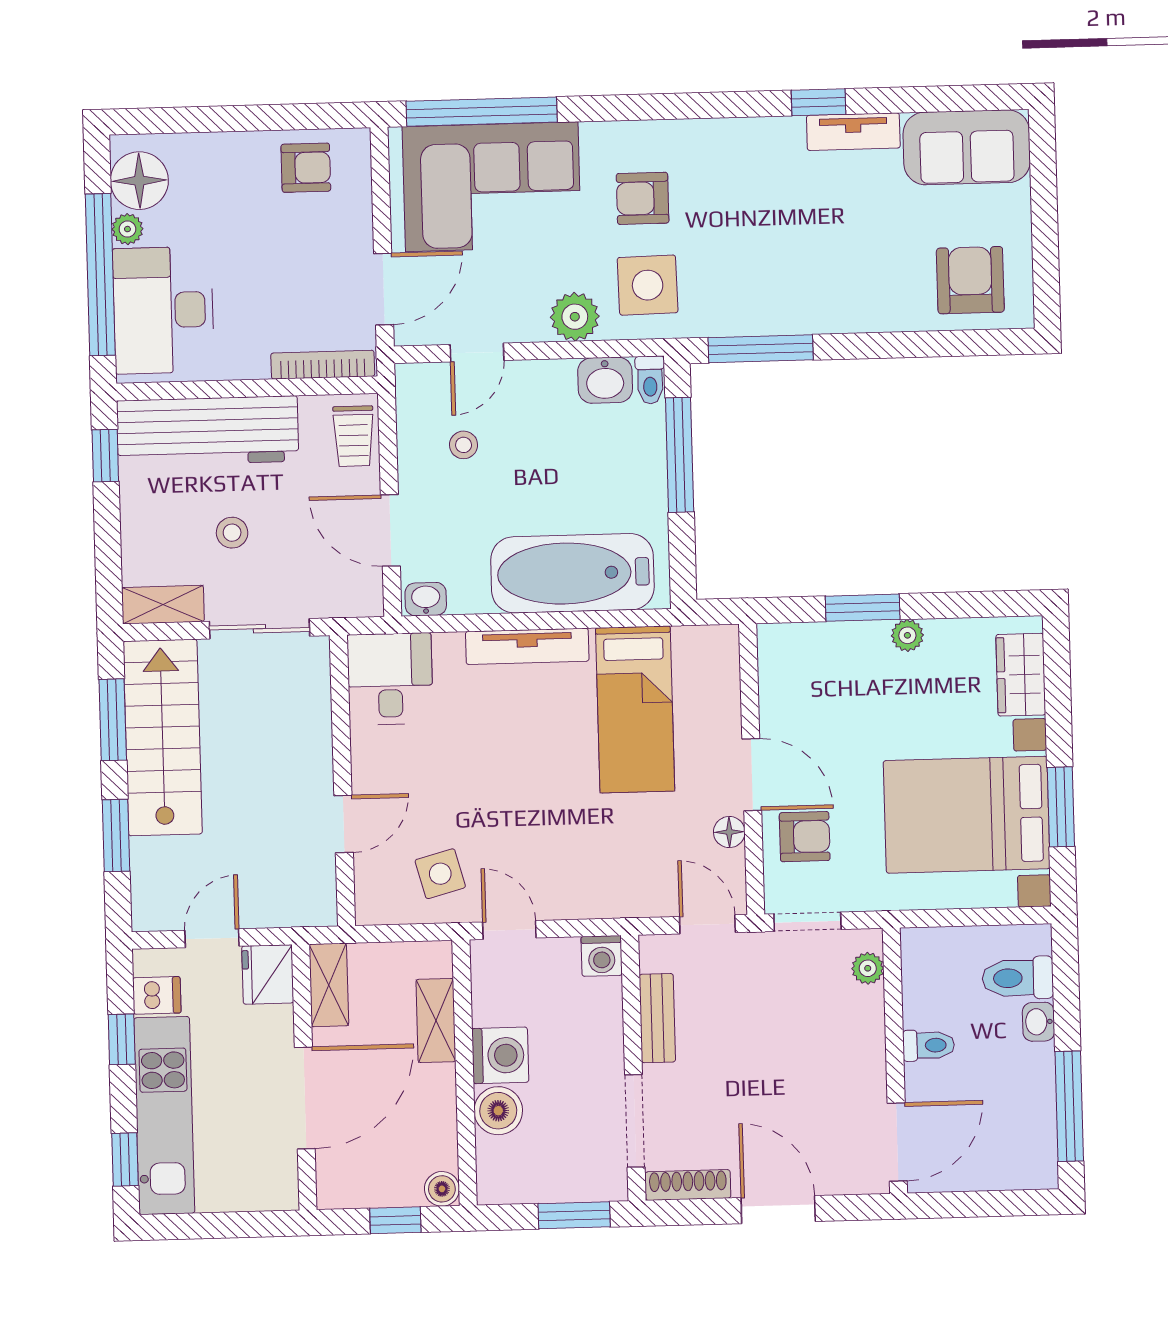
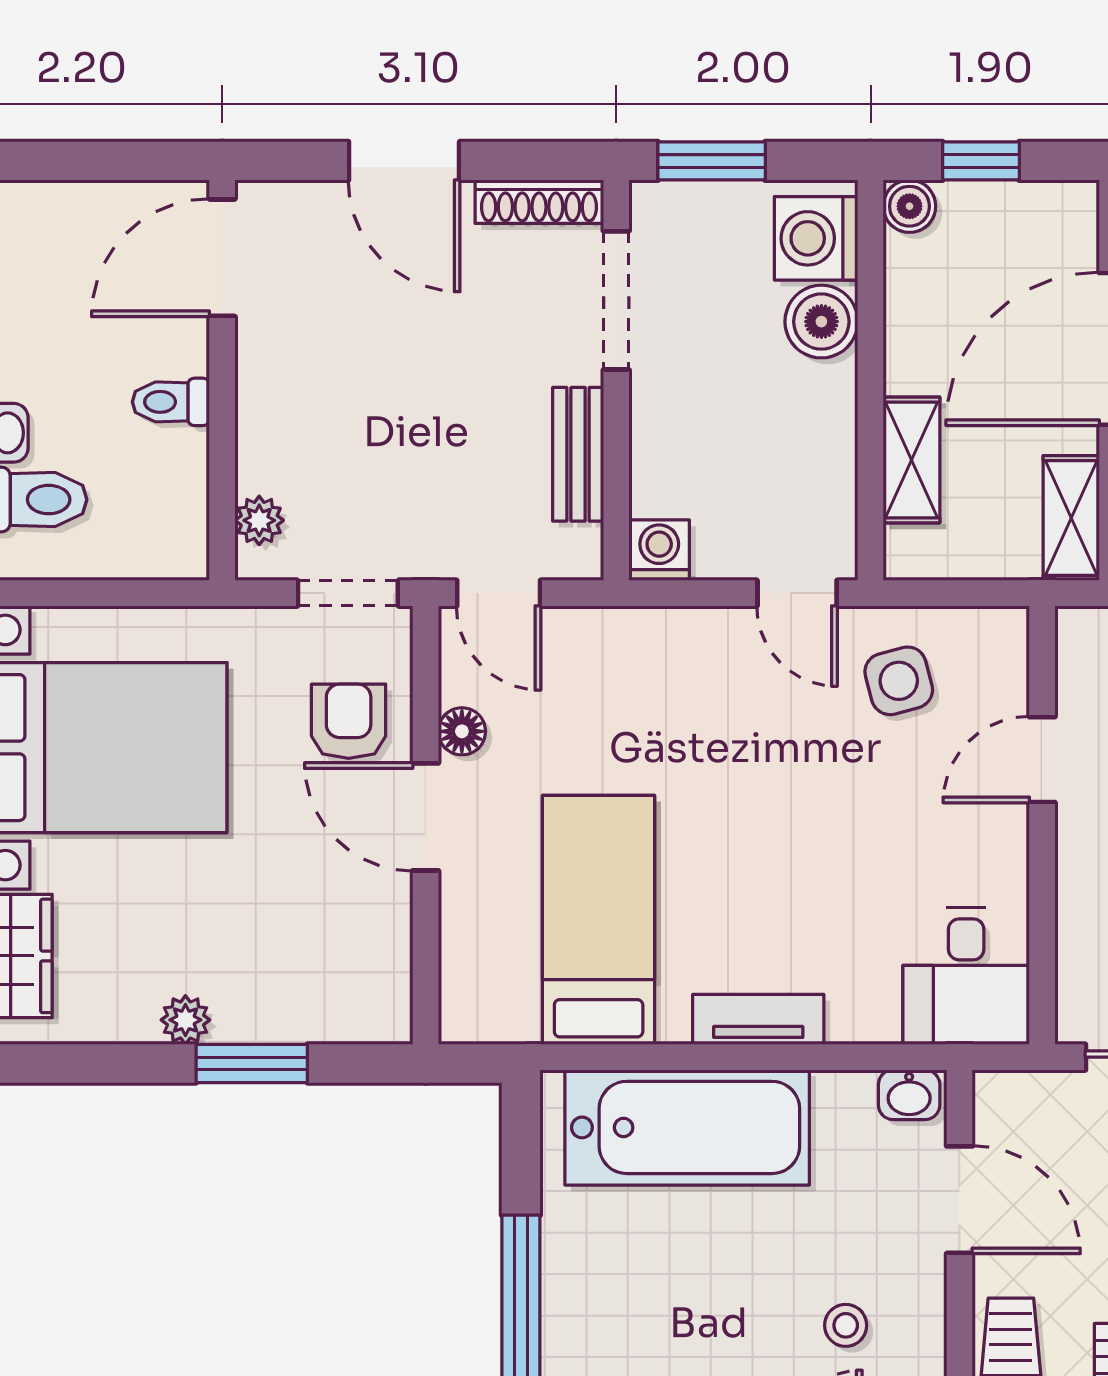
tv unit: (527, 646) -> (758, 1019), width x0.71
armchair: (805, 837) -> (349, 721), turned 90
washing machine: (500, 1055) -> (816, 238), moved

